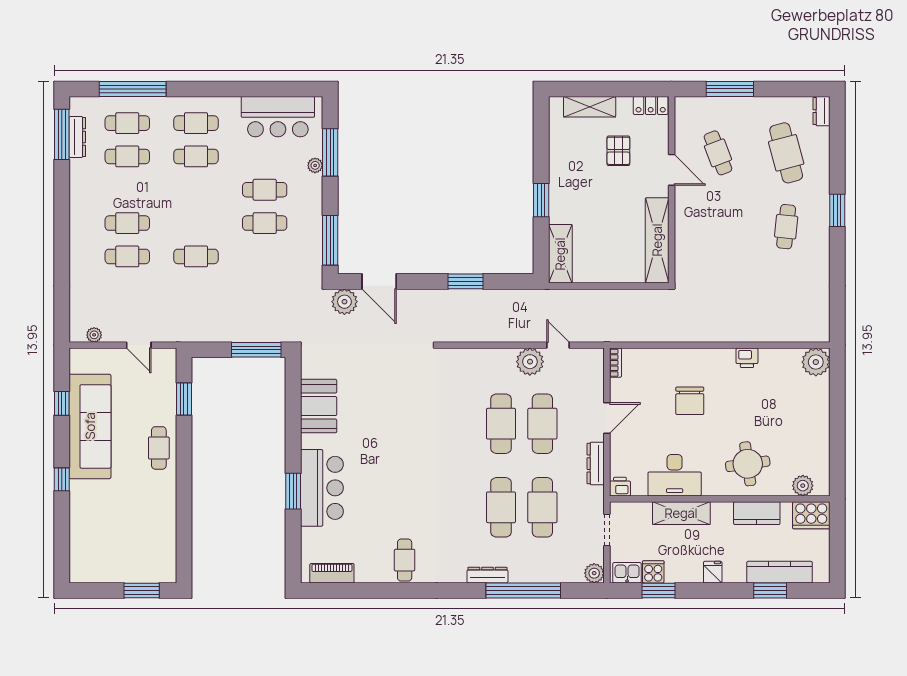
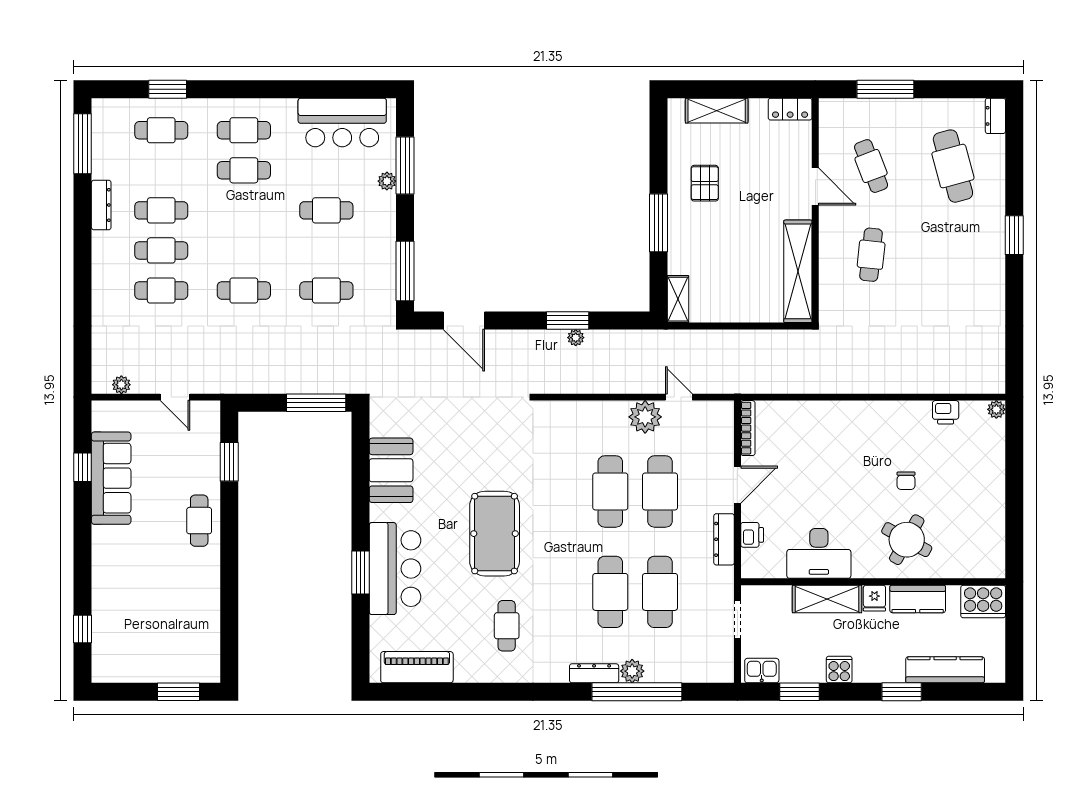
window: (133, 89) -> (168, 89), width x0.47
dresser: (77, 137) -> (101, 205), moved
pallet: (618, 151) -> (705, 183), moved
cafe table: (127, 156) -> (161, 210), moved
window: (541, 200) -> (659, 223), width x1.44
cafe table: (265, 223) -> (326, 290), moved
cafe table: (786, 227) -> (871, 255), moved
shelving: (560, 254) -> (678, 299), width x0.67, depth x0.75
plant: (344, 302) -> (576, 338), moved, width x0.53, depth x0.53
printer: (747, 358) -> (946, 412), moved
plant: (816, 362) -> (996, 409), width x0.53, depth x0.53
bookcase: (615, 363) -> (748, 428), width x1.56
chair: (690, 401) -> (906, 481), moved, width x0.54, depth x0.54
sofa: (90, 426) -> (111, 478), width x0.74, depth x0.79
pool table: (405, 459) -> (495, 534), added
round table: (748, 464) -> (907, 540), turned 37
window: (62, 479) -> (83, 629), moved
plant: (803, 486) -> (973, 566), removed
printer: (620, 487) -> (752, 535), moved, turned 90
cafe table: (405, 560) -> (507, 626), moved
cooker: (653, 572) -> (839, 669), moved
fridge: (713, 572) -> (874, 598), moved, turned 180
piano: (332, 573) -> (417, 667), width x1.37, depth x1.33
plant: (594, 573) -> (632, 671), moved
window: (770, 590) -> (902, 692), moved

